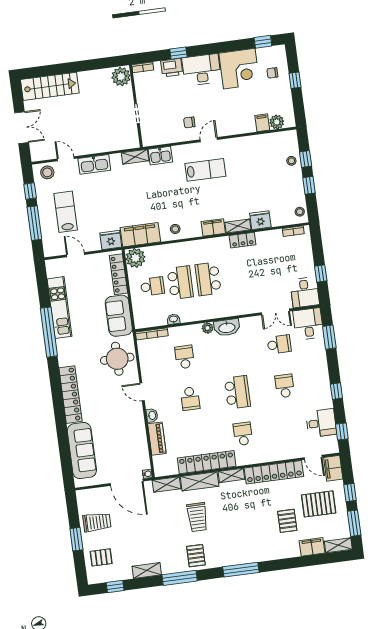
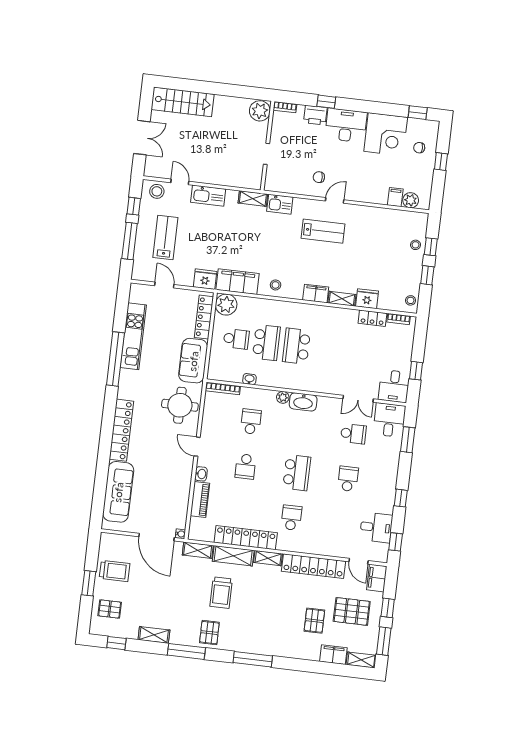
locker: (243, 240) -> (372, 318), moved

